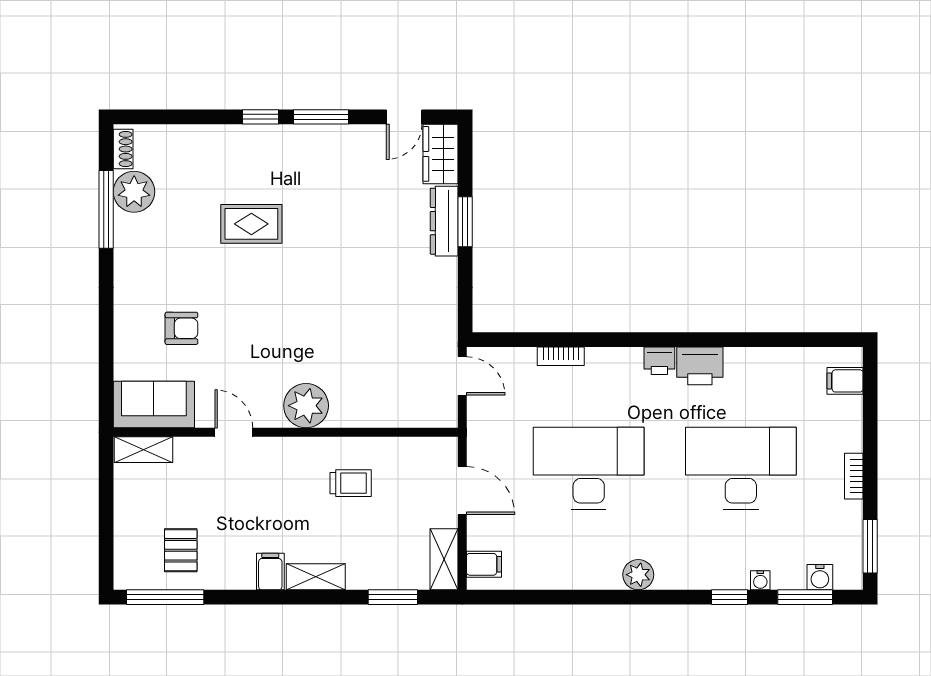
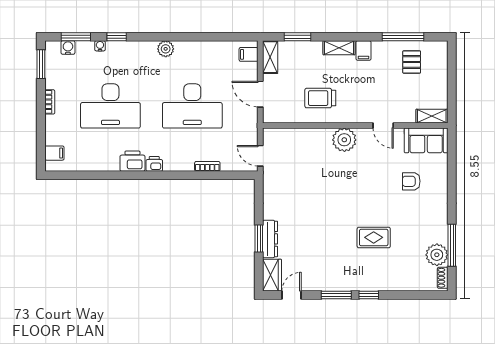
trolley: (351, 483) -> (320, 98), width x1.36, depth x1.39
window: (165, 597) -> (403, 37), moved

